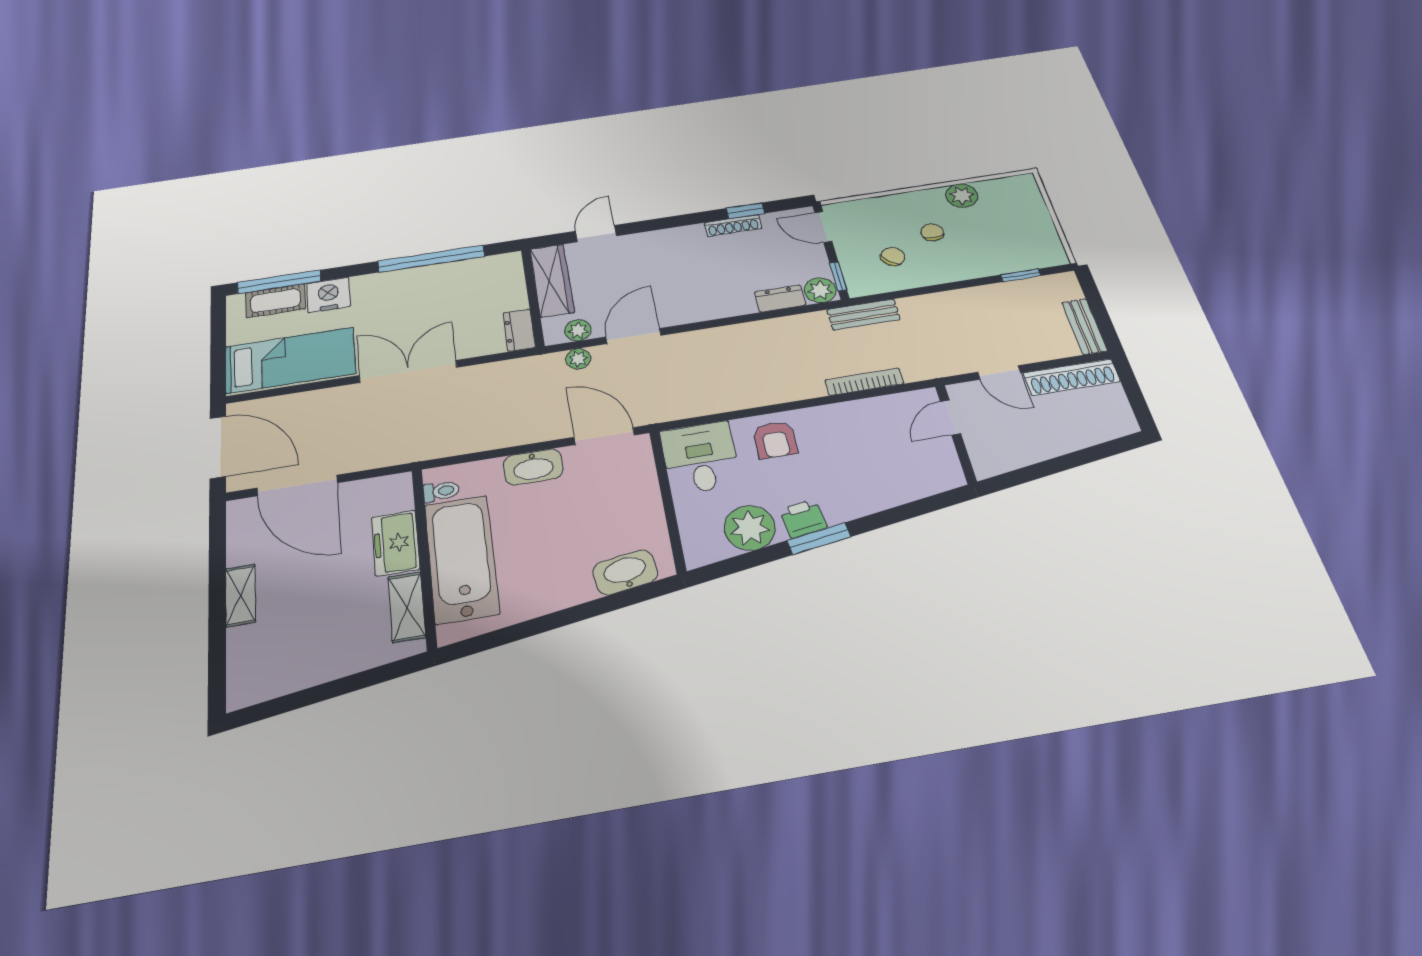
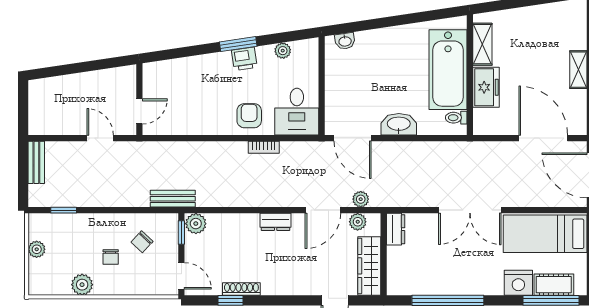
plant: (1042, 224) -> (37, 249), added
dresser: (780, 298) -> (276, 222), moved
shoe rack: (1072, 377) -> (57, 126), removed
bookcase: (864, 382) -> (264, 147), moved, width x0.64
plant: (750, 528) -> (283, 51), width x0.53, depth x0.53
washbasin: (625, 572) -> (345, 41), width x0.52, depth x0.69

